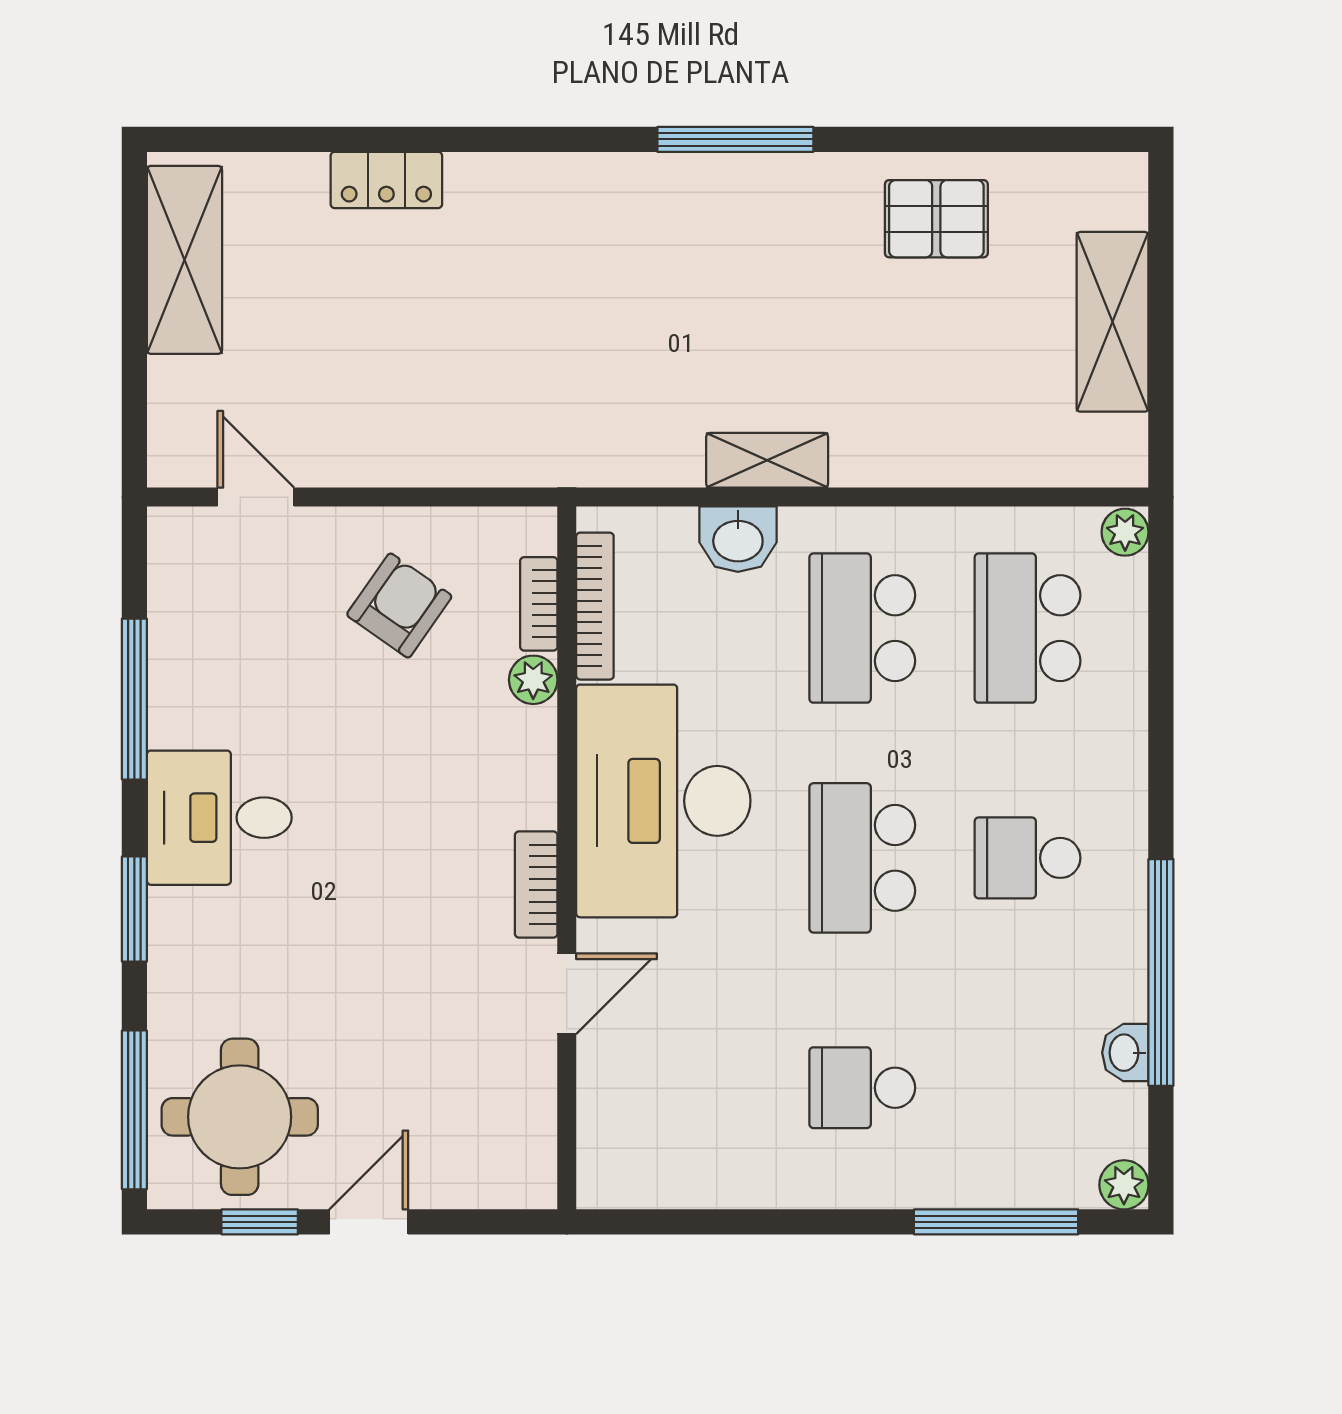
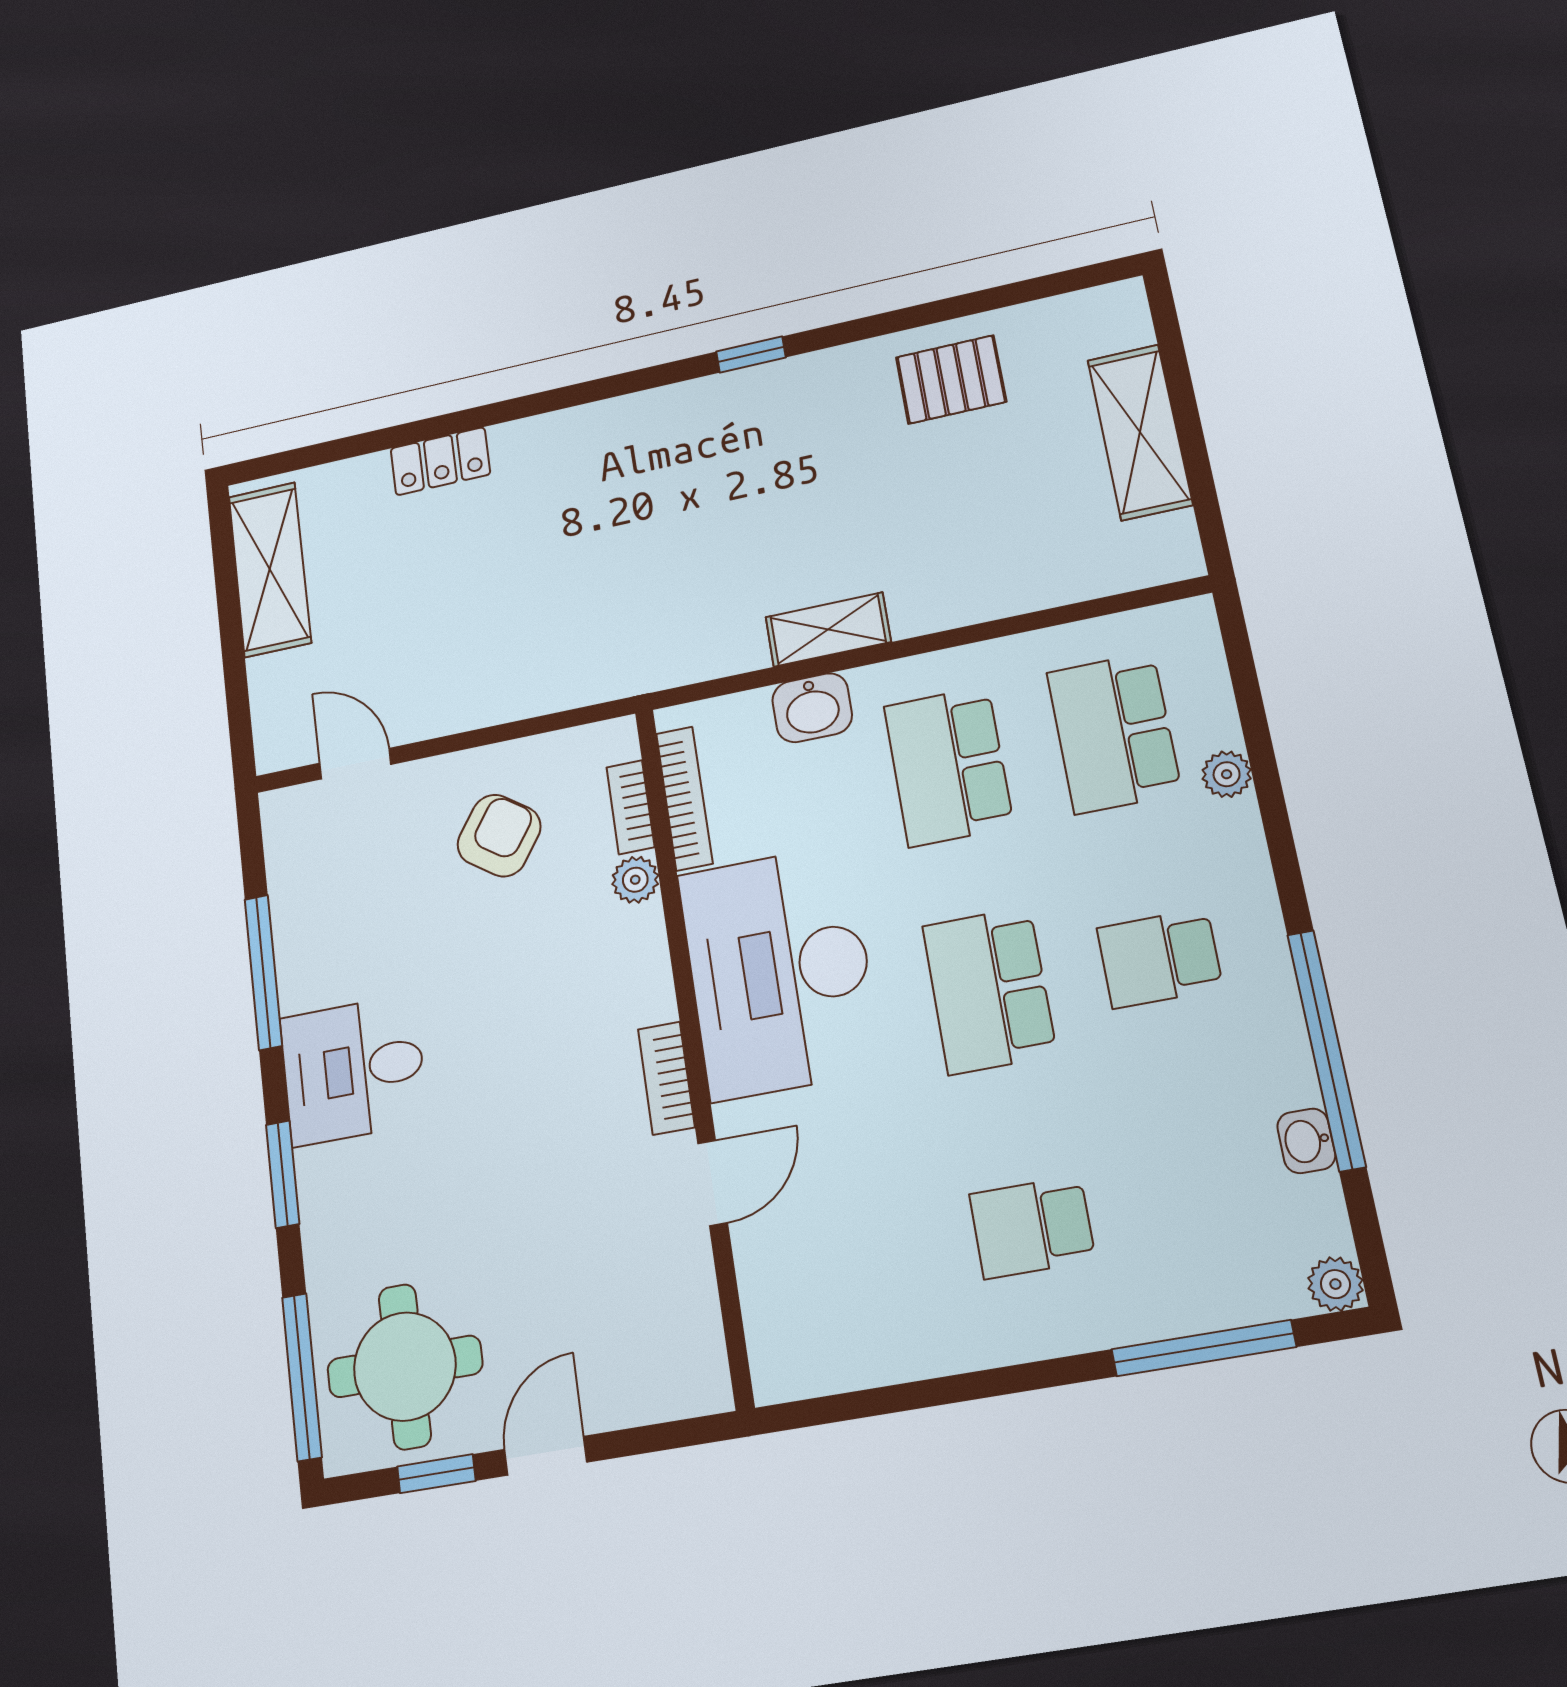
window: (735, 139) -> (751, 354), width x0.46
plant: (1125, 532) -> (1227, 774), moved

